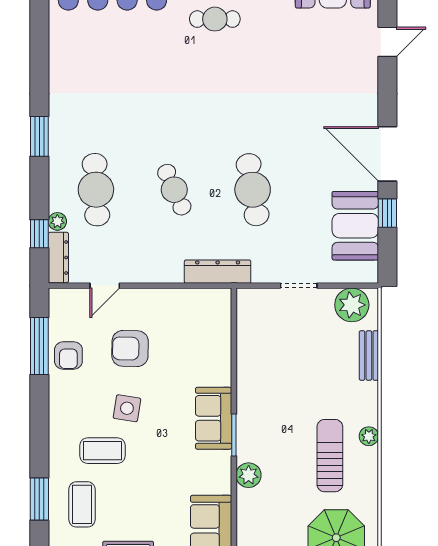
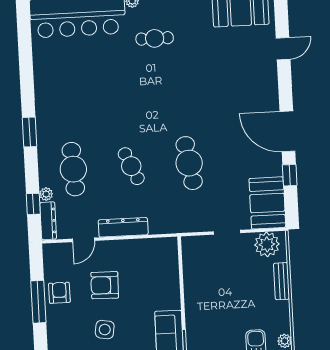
booth: (355, 226) -> (267, 203), moved
dresser: (218, 272) -> (123, 227), moved
window: (39, 346) -> (38, 302), moved
armchair: (68, 355) -> (59, 293), turned 180

